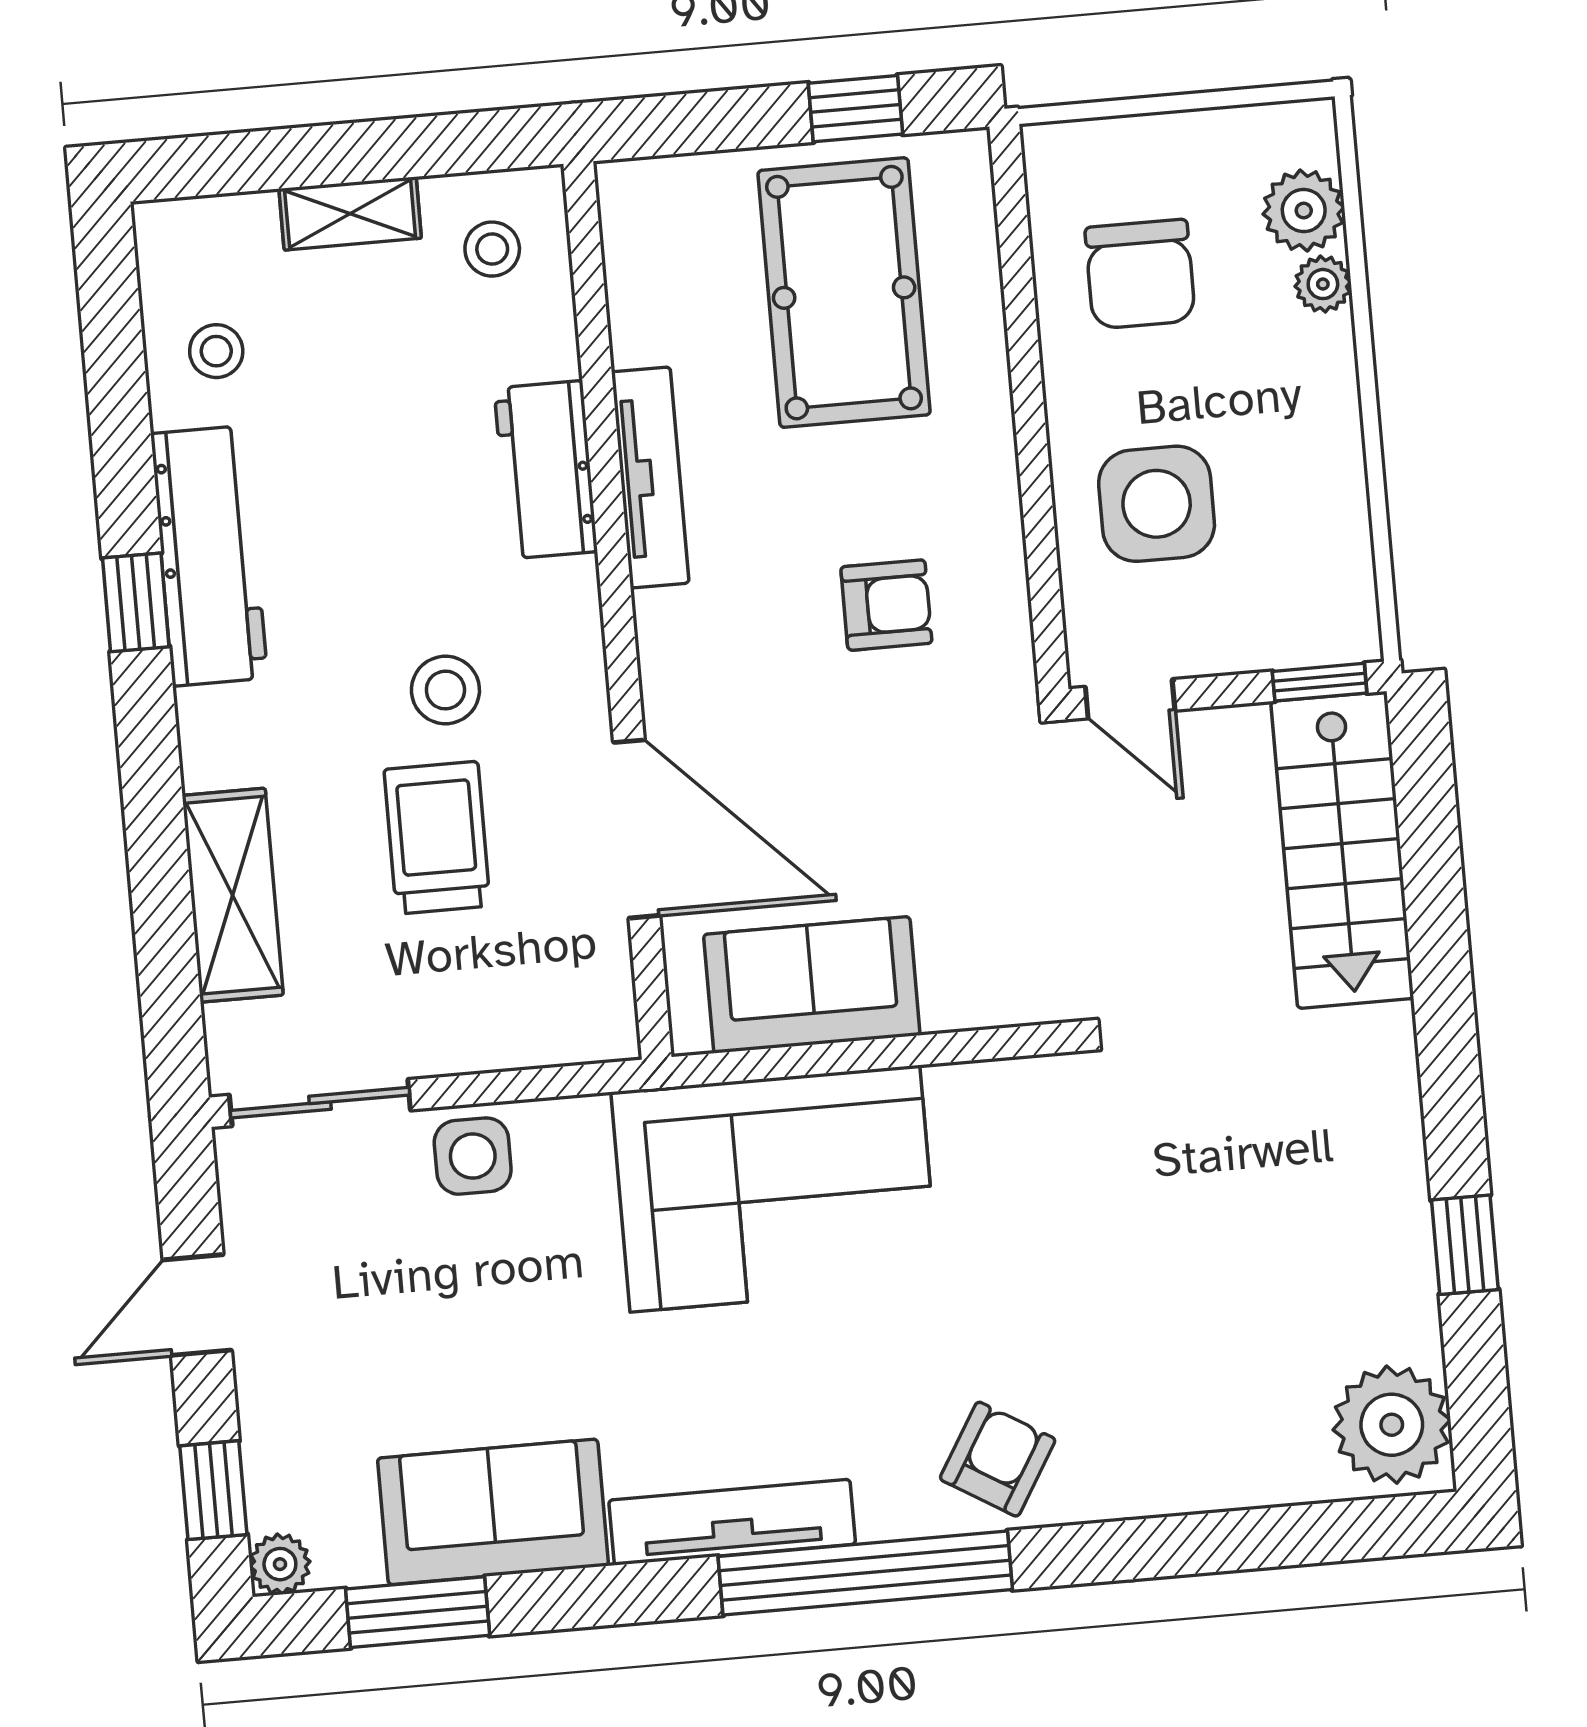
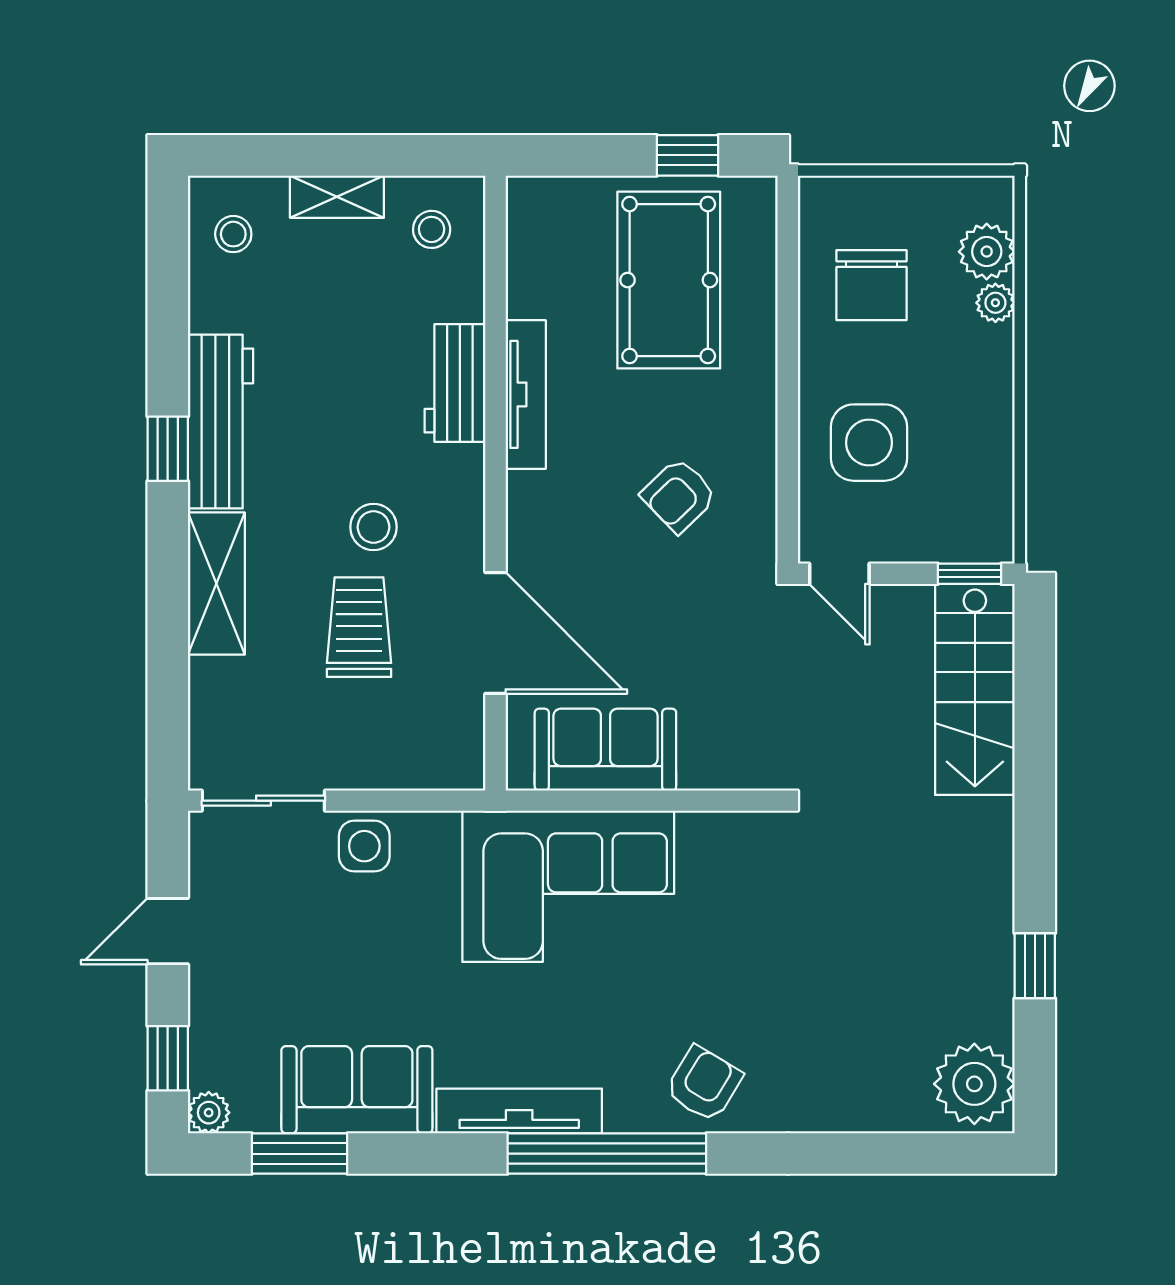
stool: (216, 351) -> (233, 234), moved
armchair: (886, 605) -> (679, 495), turned 136
shelving: (233, 895) -> (216, 584), moved

